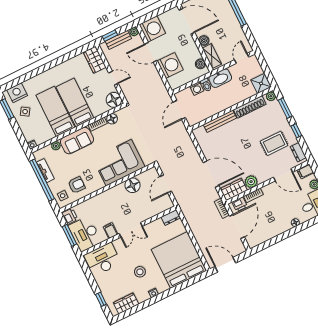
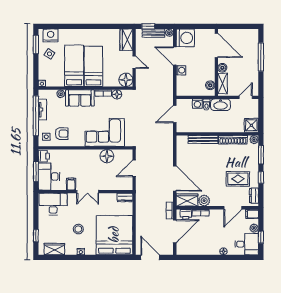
washing machine: (170, 65) -> (181, 70), width x0.53, depth x0.53
door: (283, 175) -> (233, 208), hinge flipped

